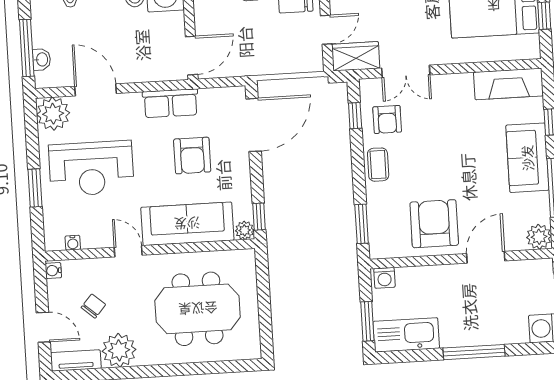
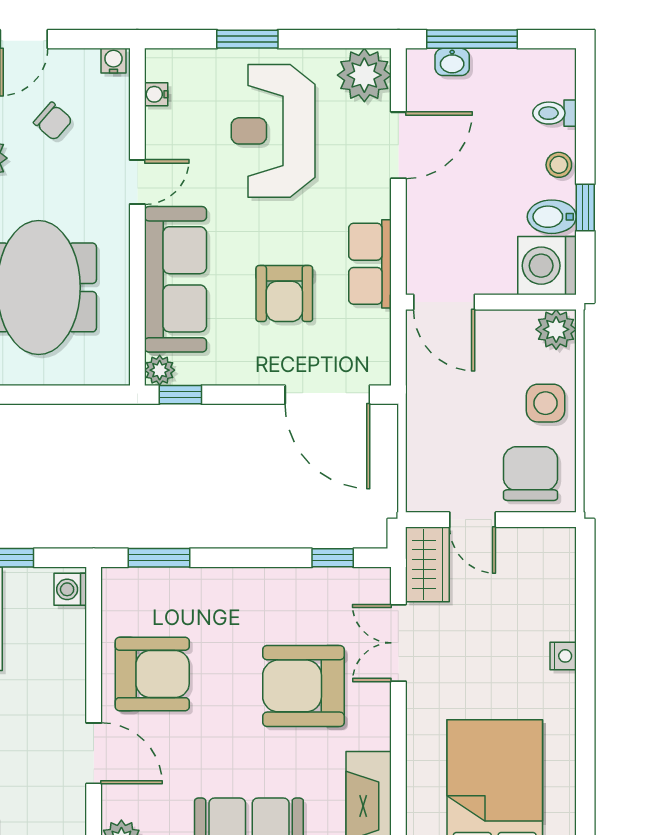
armchair: (387, 119) -> (303, 686), moved, width x1.88, depth x1.88
armchair: (192, 155) -> (284, 294), turned -90
coffee table: (378, 165) -> (252, 590), removed

